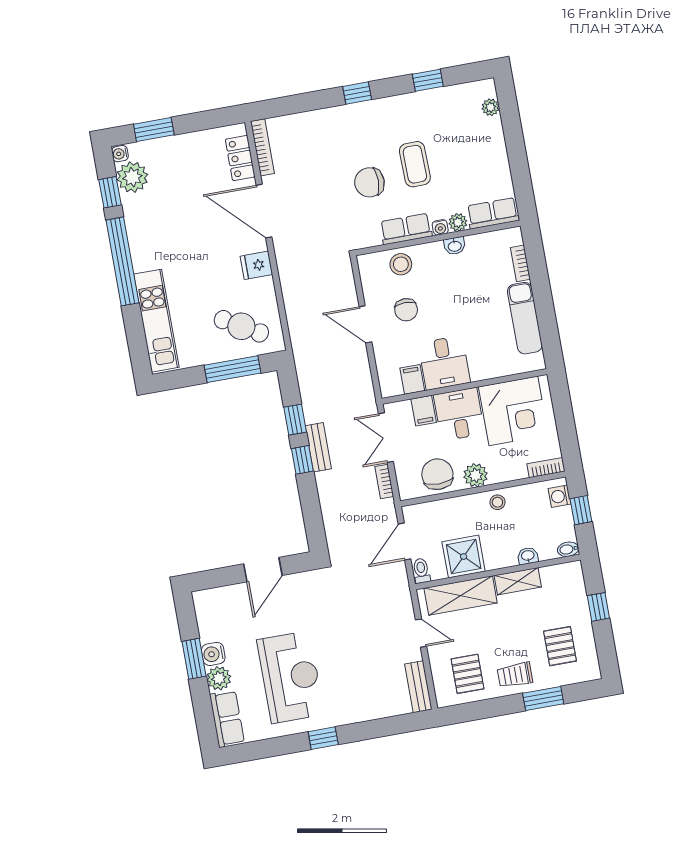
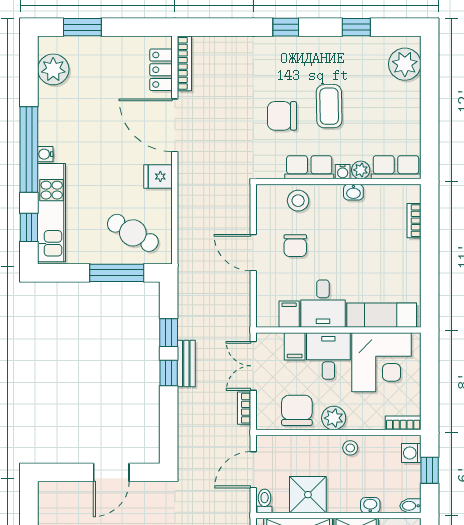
plant: (491, 107) -> (405, 64), width x1.88, depth x1.88
water cooler: (120, 154) -> (45, 154), moved
window: (110, 192) -> (29, 227), moved
exam couch: (525, 318) -> (382, 315), moved, turned 90

